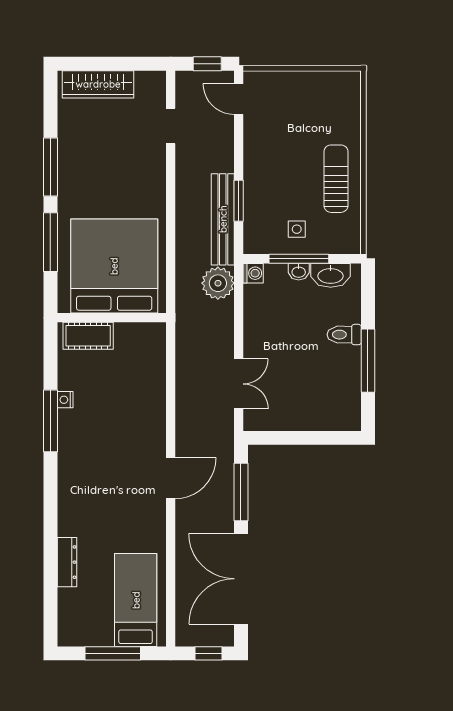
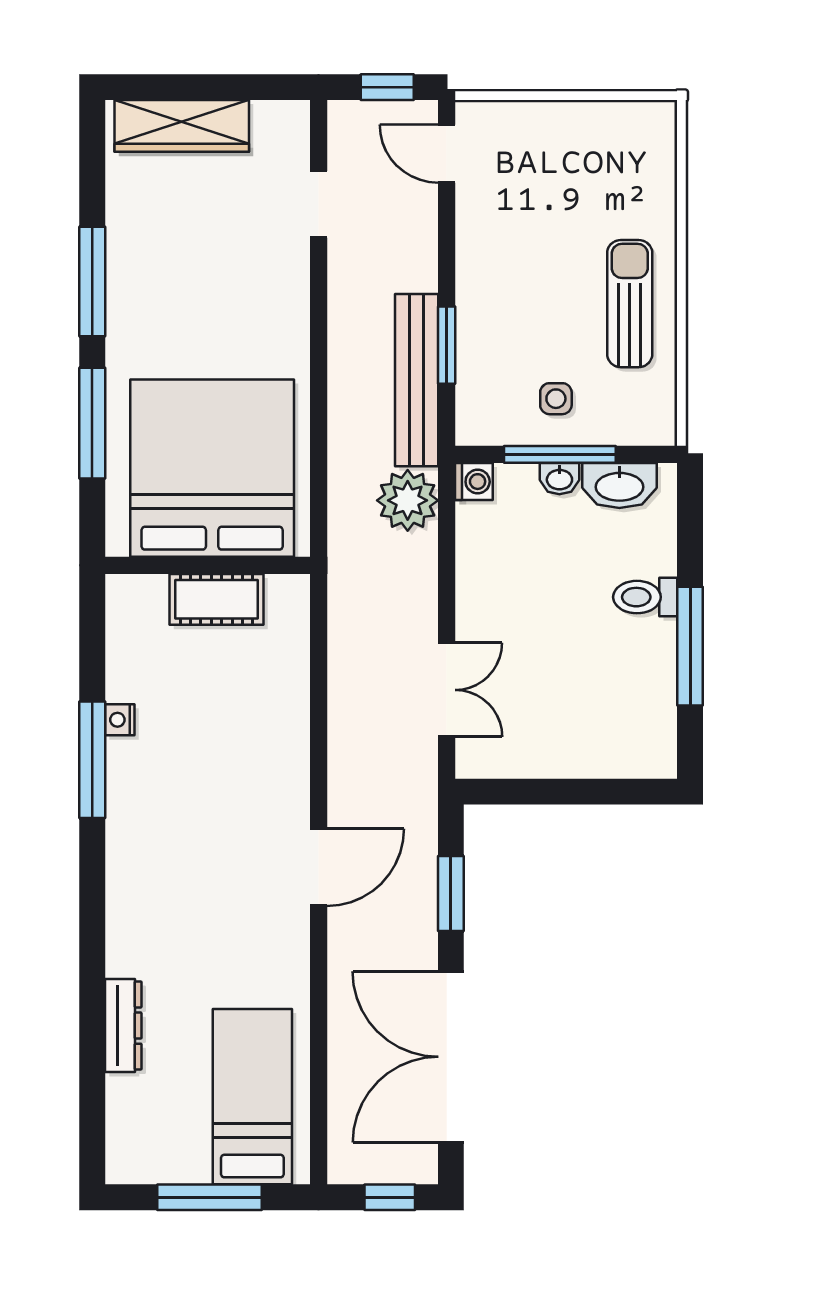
cot: (88, 336) -> (216, 599), moved
window: (241, 492) -> (451, 893), width x0.69

